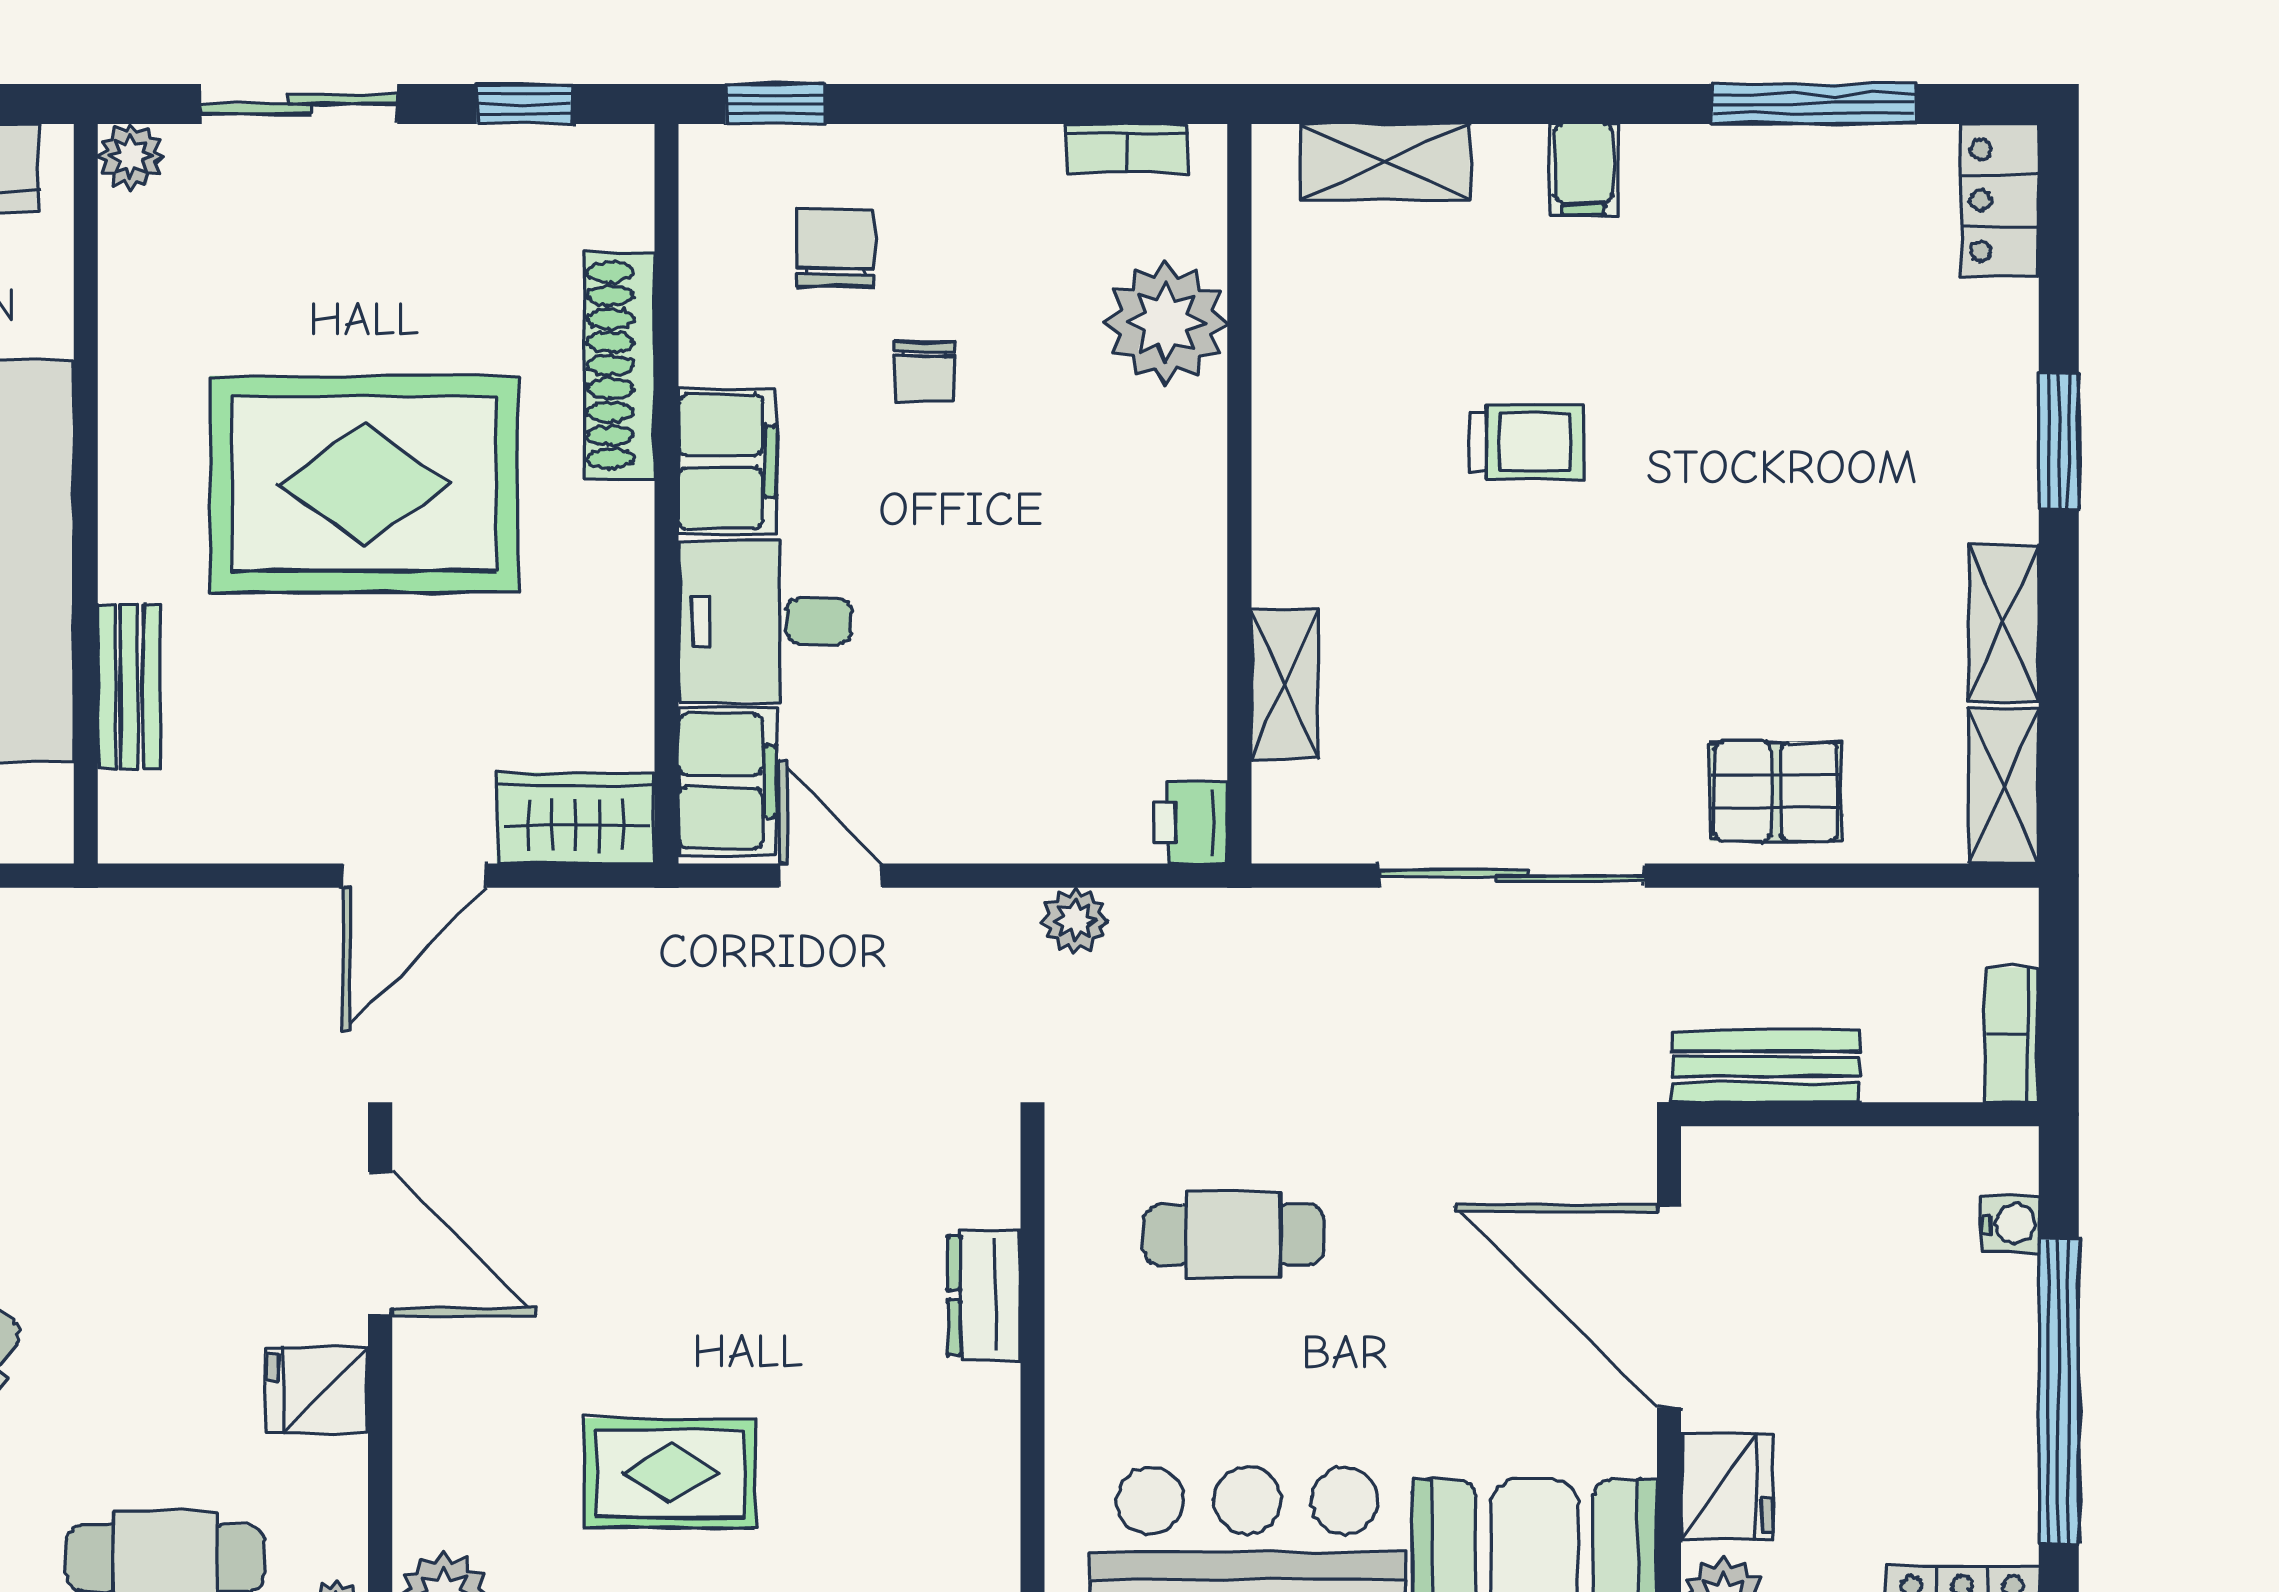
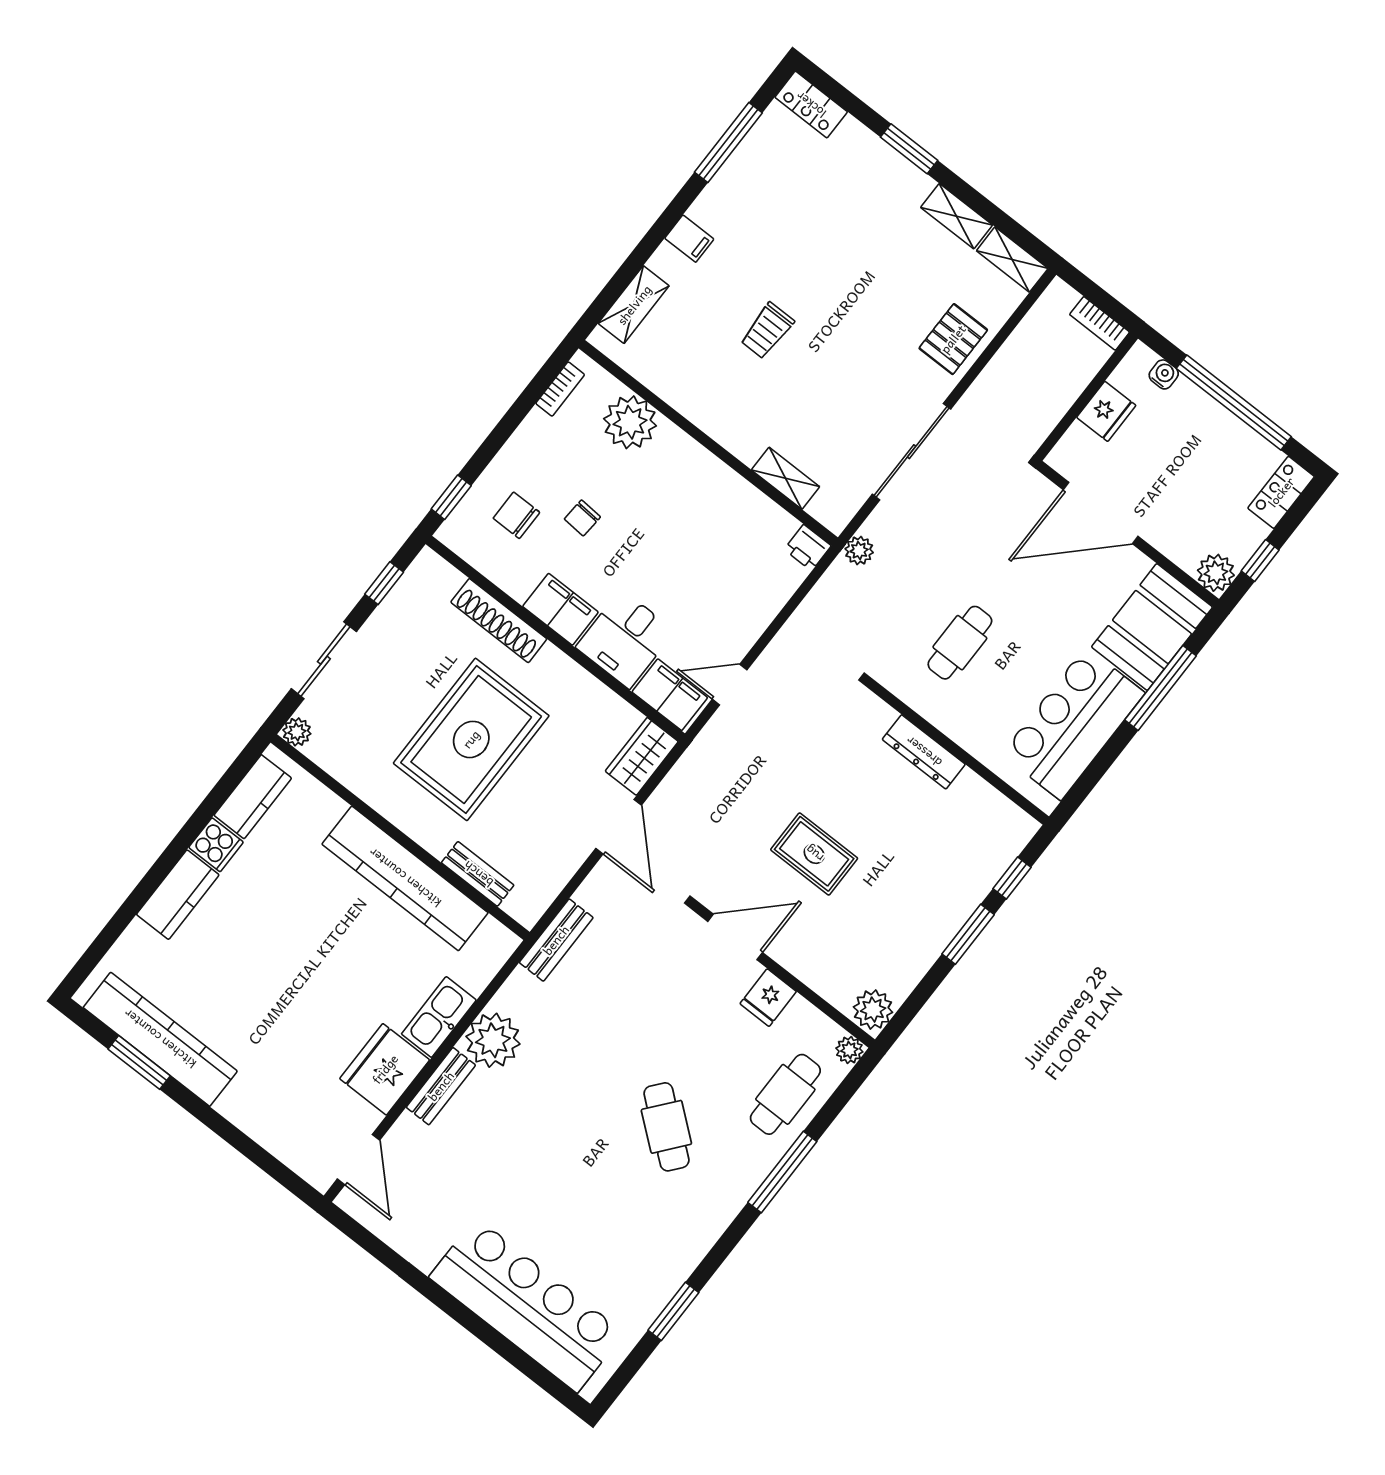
chair: (924, 372) -> (582, 518), turned 94
trolley: (1527, 441) -> (767, 331), turned 180
plant: (1075, 921) -> (859, 551), moved
bench: (1766, 1067) -> (556, 940), moved
dresser: (984, 1295) -> (924, 752), width x1.44
rug: (670, 1473) -> (814, 854), moved, turned 90
fridge: (1727, 1487) -> (1106, 411), moved, turned 90

